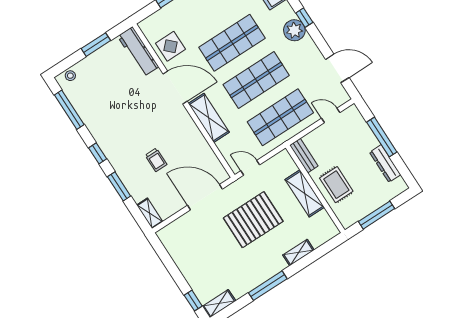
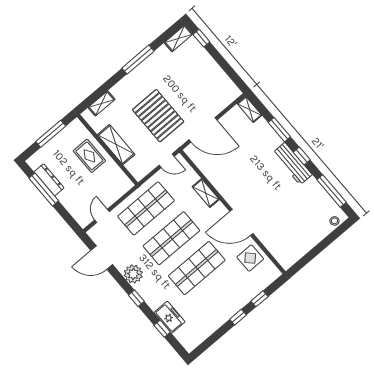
plant: (294, 30) -> (133, 274), moved
window: (96, 45) -> (316, 251), removed
workbench: (138, 51) -> (292, 164), moved, turned 180
door: (331, 115) -> (102, 216), swing flipped
shelving: (209, 118) -> (206, 193), width x0.67, depth x0.75
window: (382, 137) -> (44, 189), moved
bench: (304, 156) -> (121, 178), removed
trolley: (156, 160) -> (250, 157), removed
pallet: (253, 220) -> (158, 116), turned 90
shelving: (298, 253) -> (101, 103), moved

